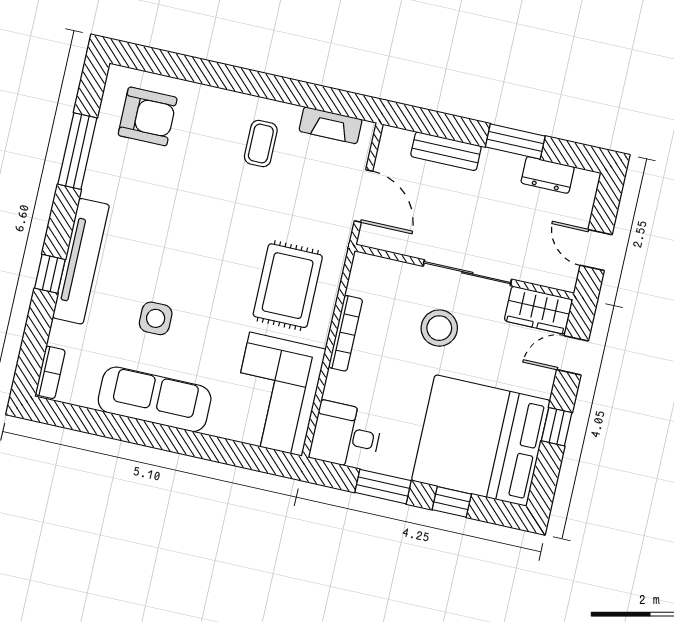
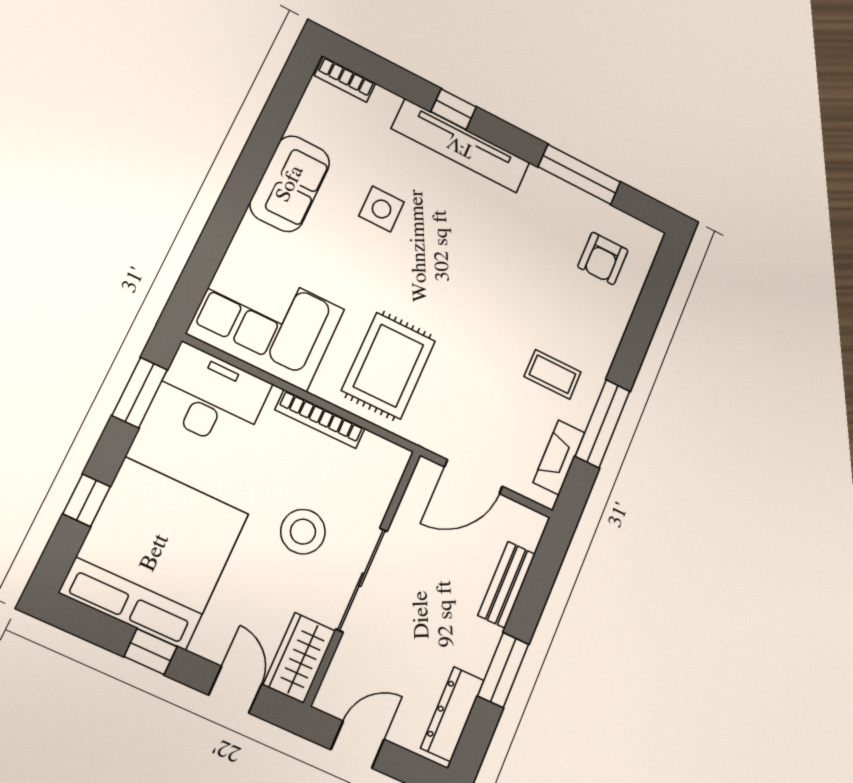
window: (293, 92) -> (603, 424), added
armchair: (148, 116) -> (603, 258), width x0.72, depth x0.72
dresser: (548, 175) -> (452, 714), width x1.44
rug: (288, 286) -> (389, 366), turned 90
sofa: (155, 399) -> (290, 184), width x0.73
desk: (346, 435) -> (211, 397), width x1.37
window: (383, 487) -> (140, 393), moved

